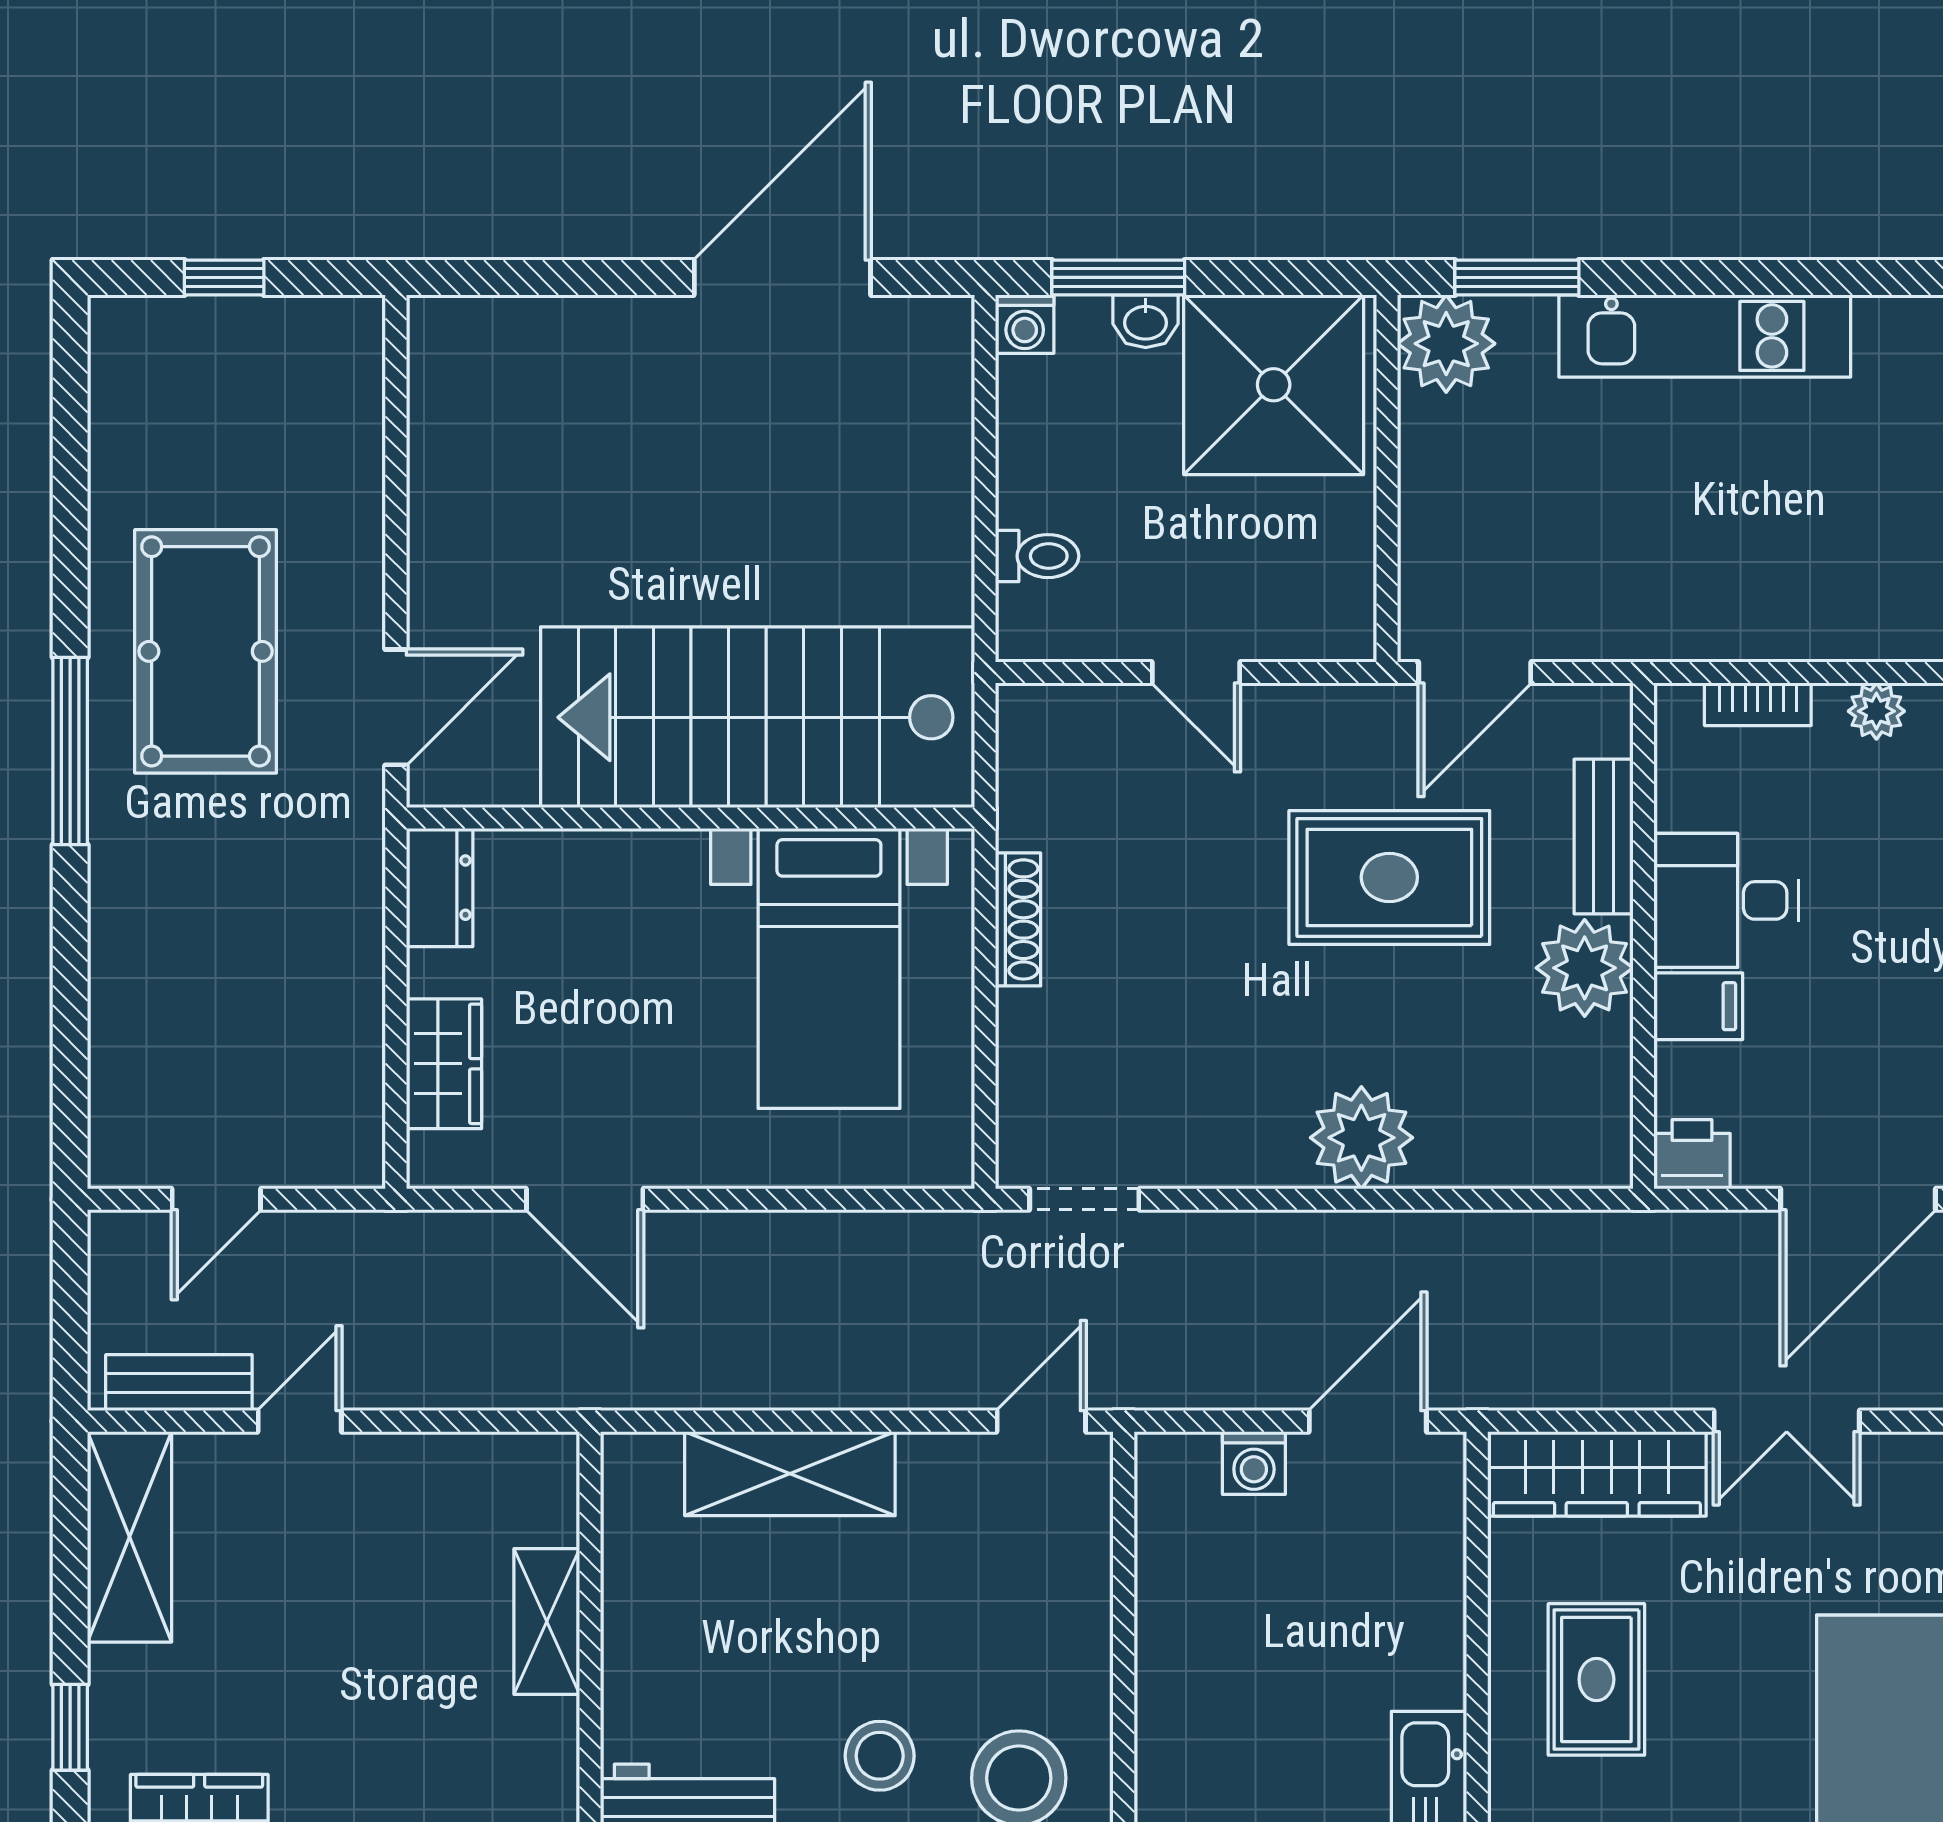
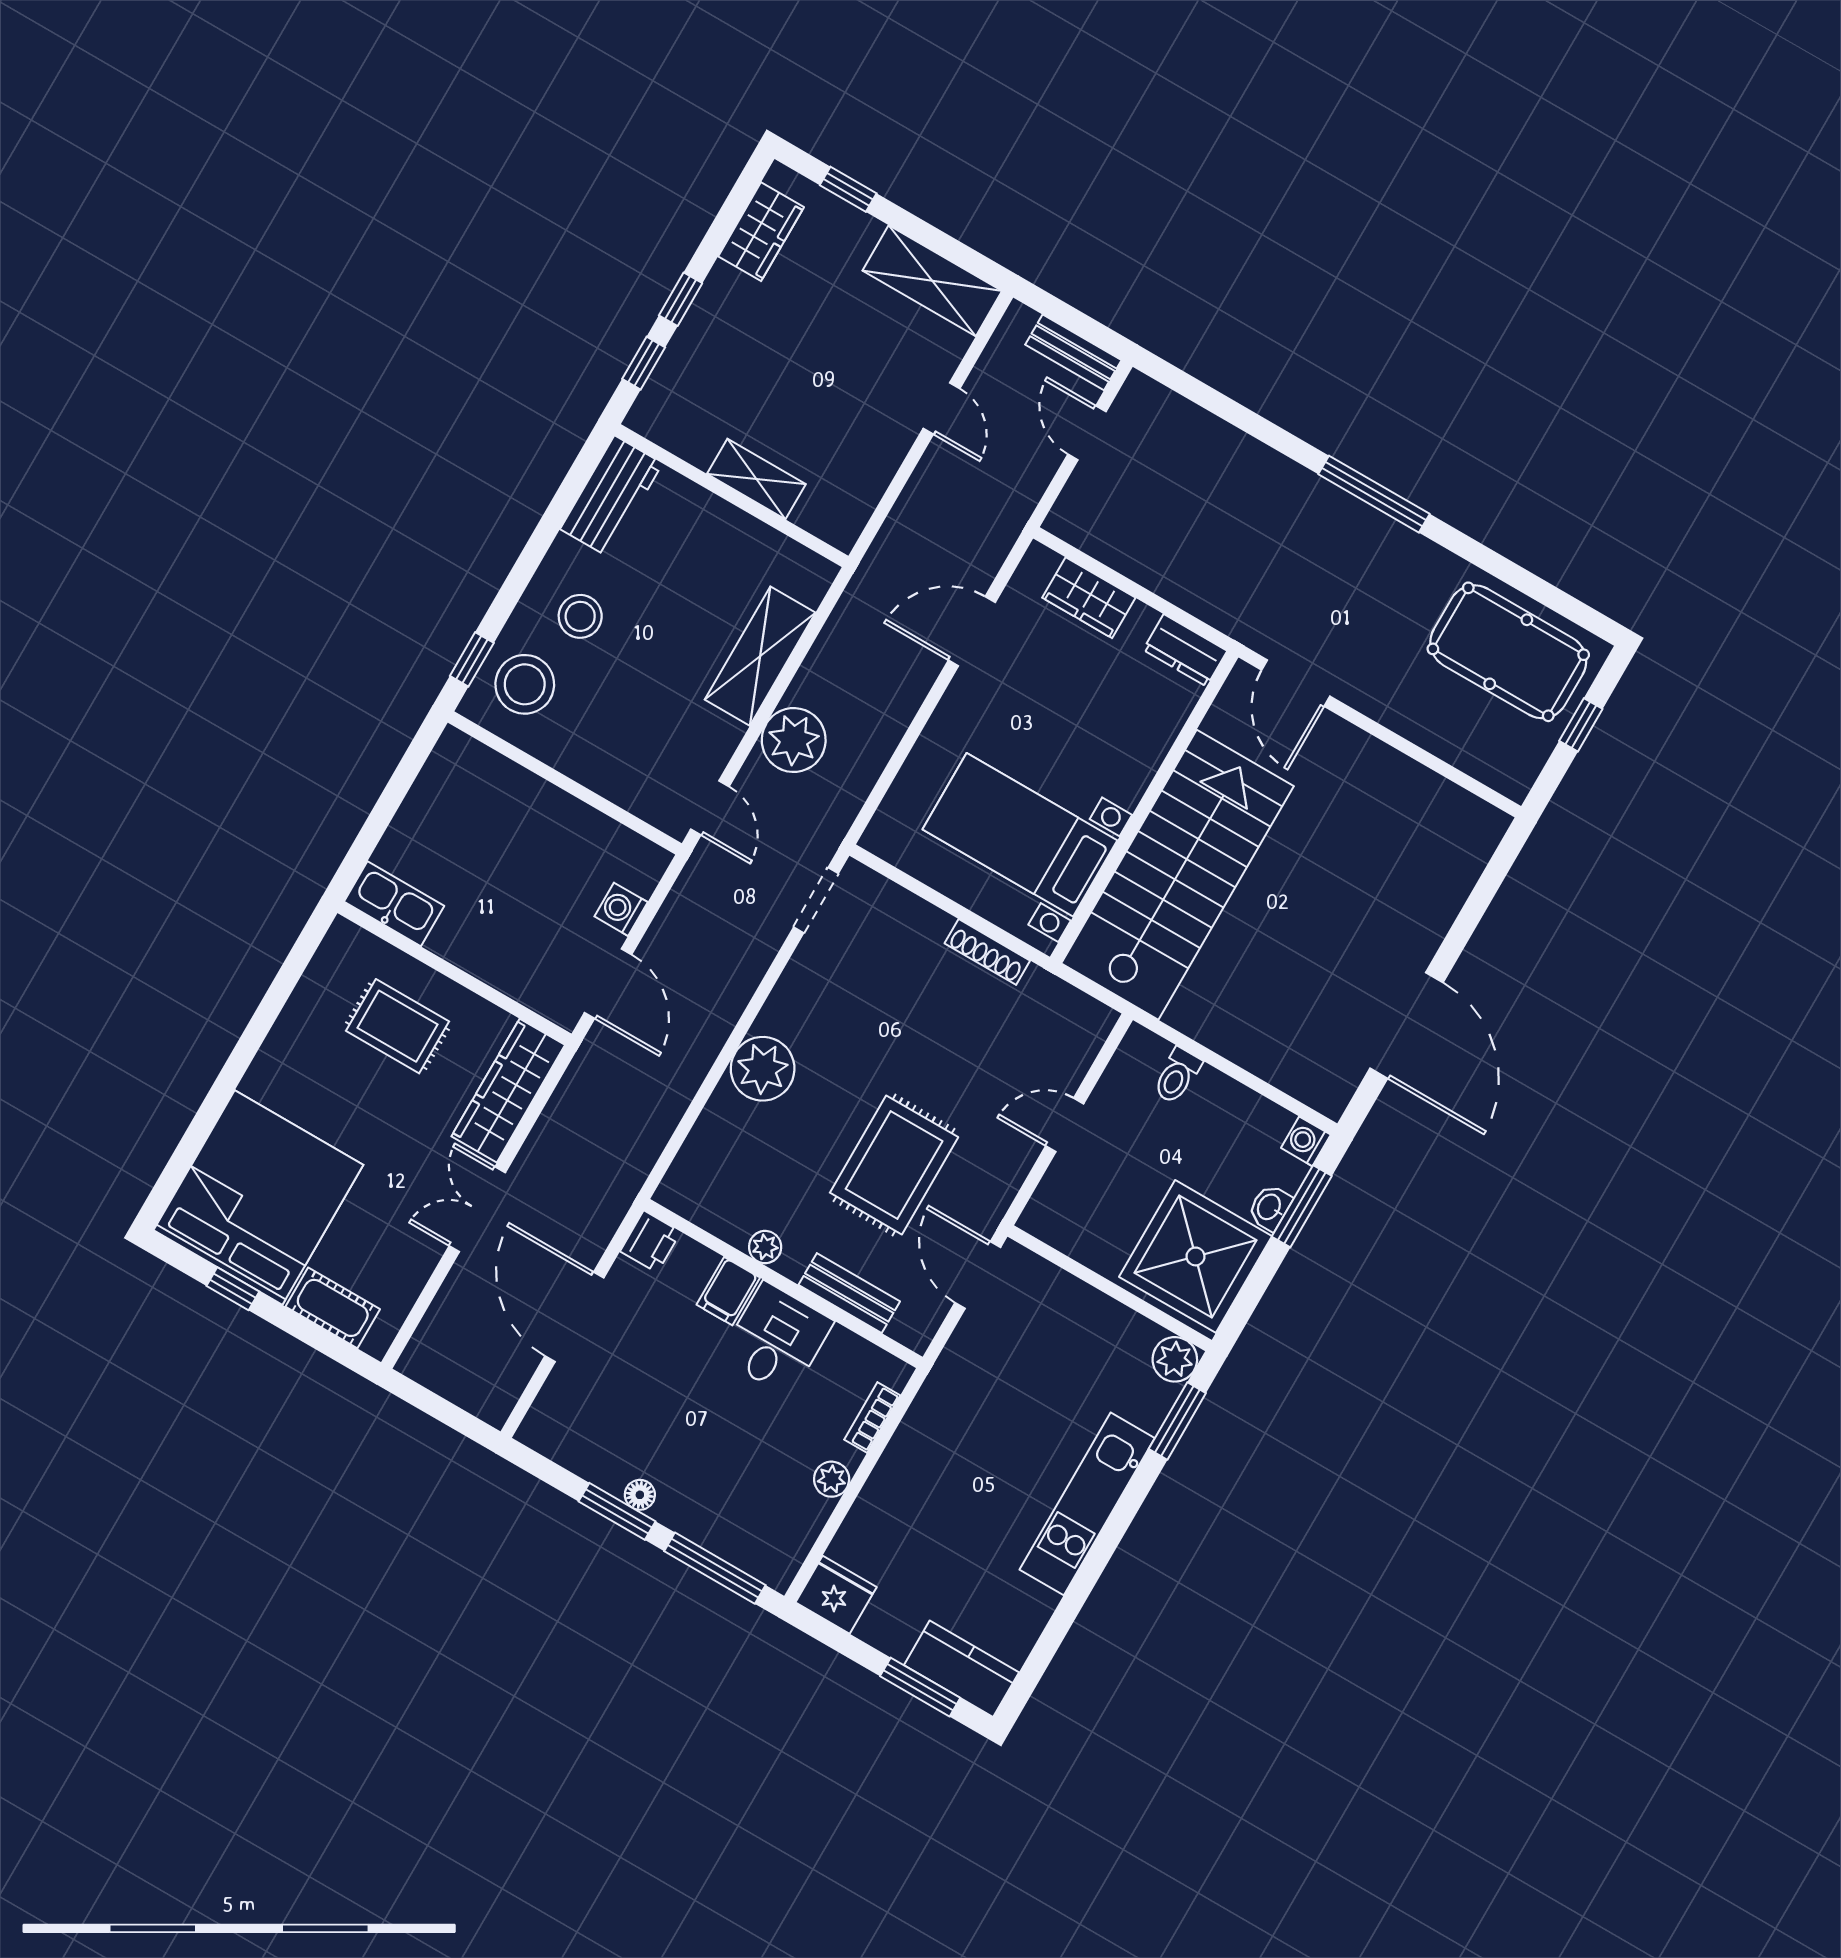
plant: (1446, 344) -> (1175, 1359), width x0.73, depth x0.73
pool table: (206, 651) -> (1508, 652), moved
plant: (1585, 968) -> (765, 1247), width x0.53, depth x0.53
plant: (880, 1359) -> (794, 740), added
bench: (179, 1383) -> (1073, 352), moved, turned 90

